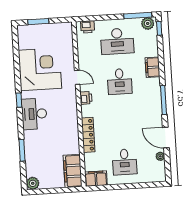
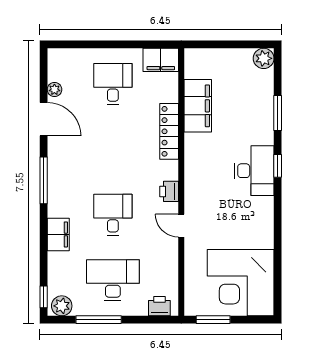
window: (138, 15) -> (99, 320), moved
window: (38, 22) -> (213, 320), moved
corner desk: (40, 69) -> (241, 283), moved
window: (19, 100) -> (278, 166), moved
filing cabinet: (73, 171) -> (198, 106), moved

